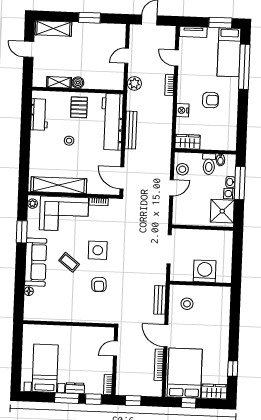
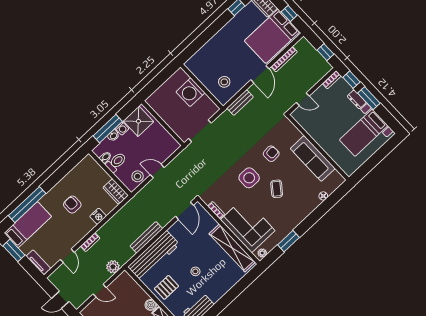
sofa: (36, 262) -> (313, 158), moved, turned -90

